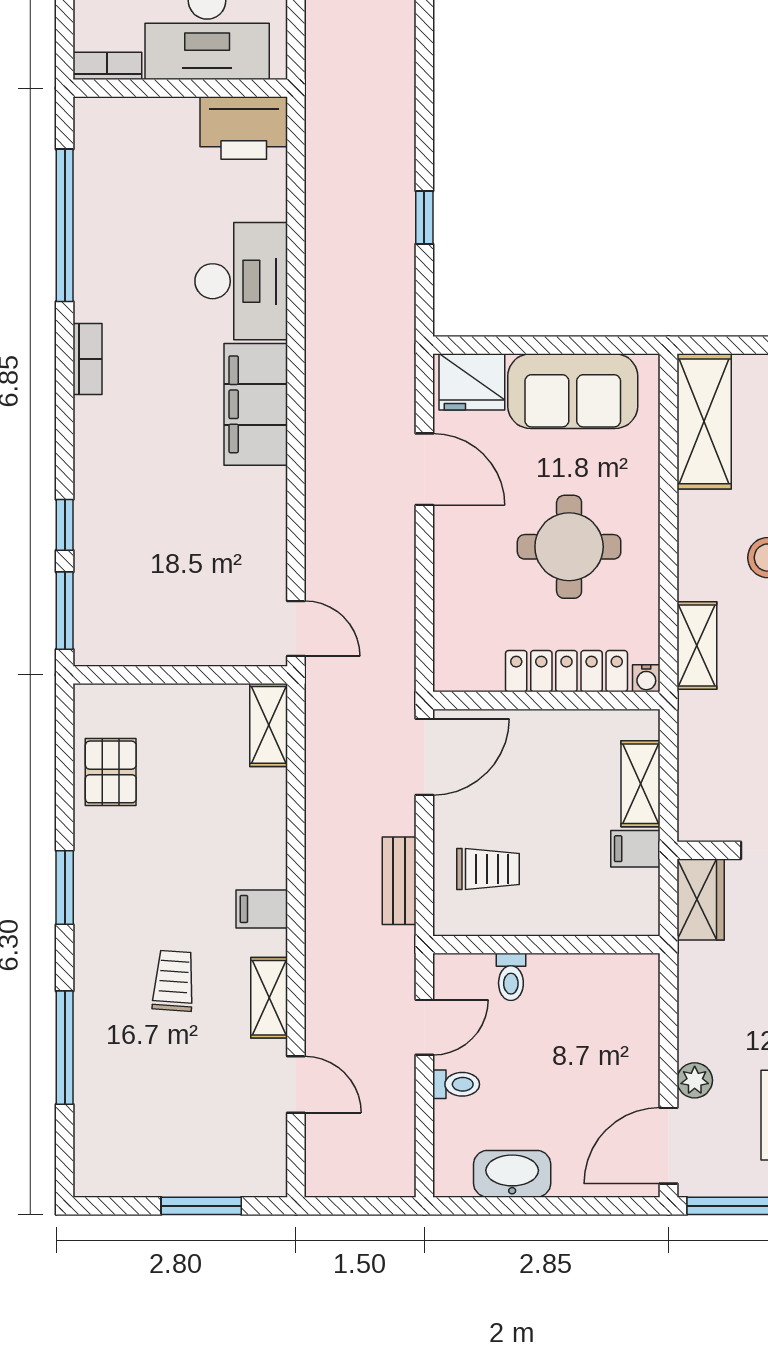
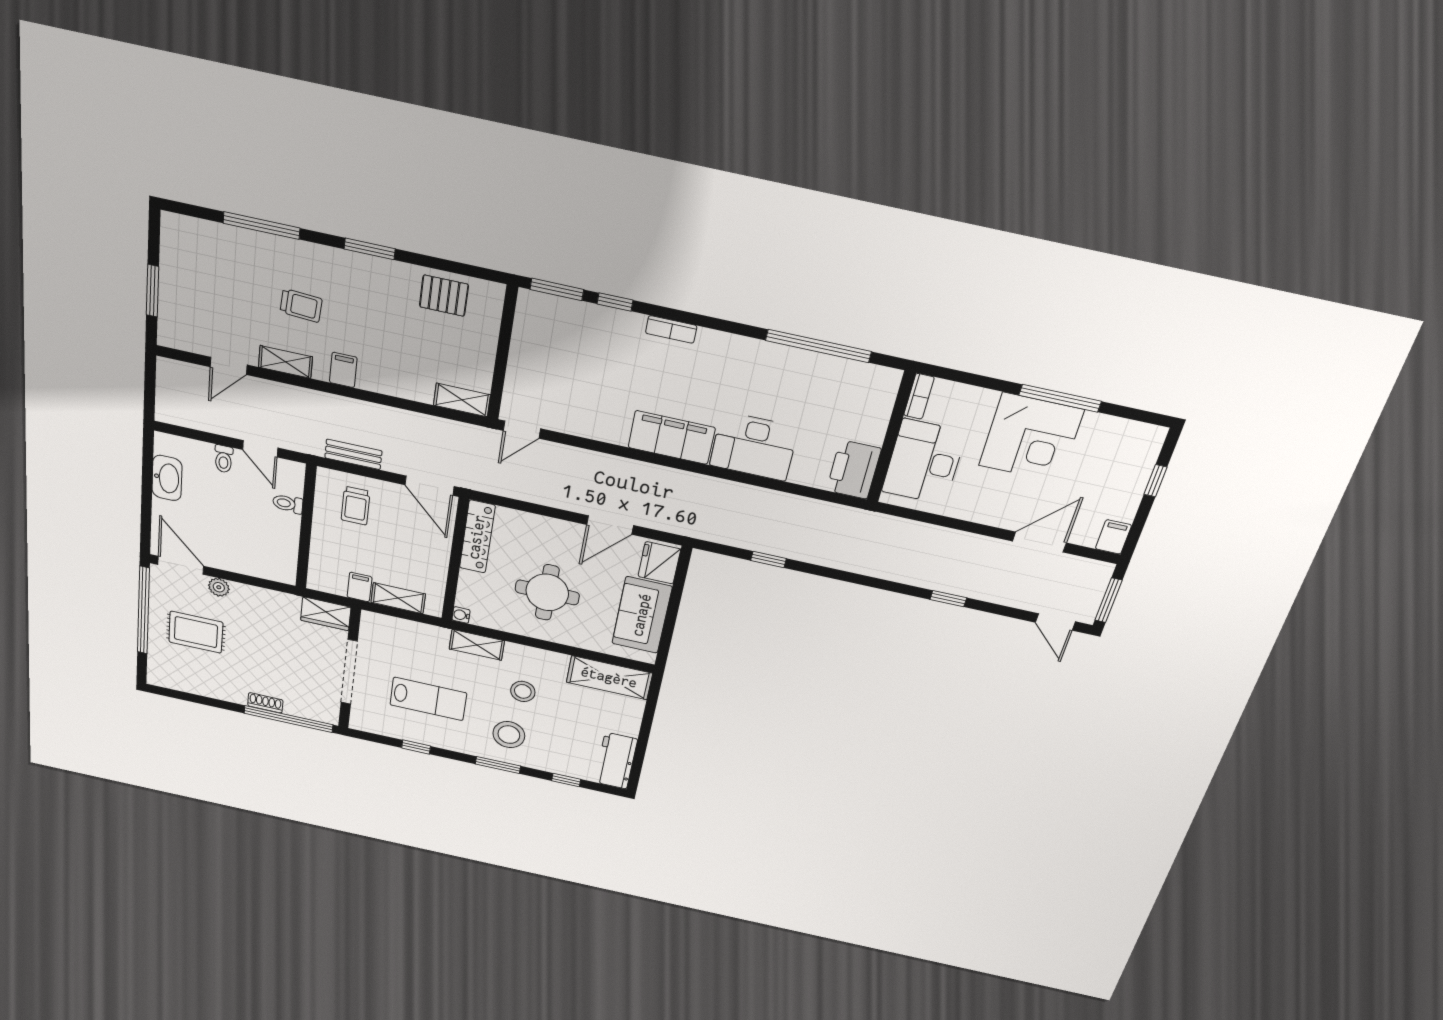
bookcase: (88, 359) -> (671, 329), moved
locker: (566, 671) -> (477, 537), moved

